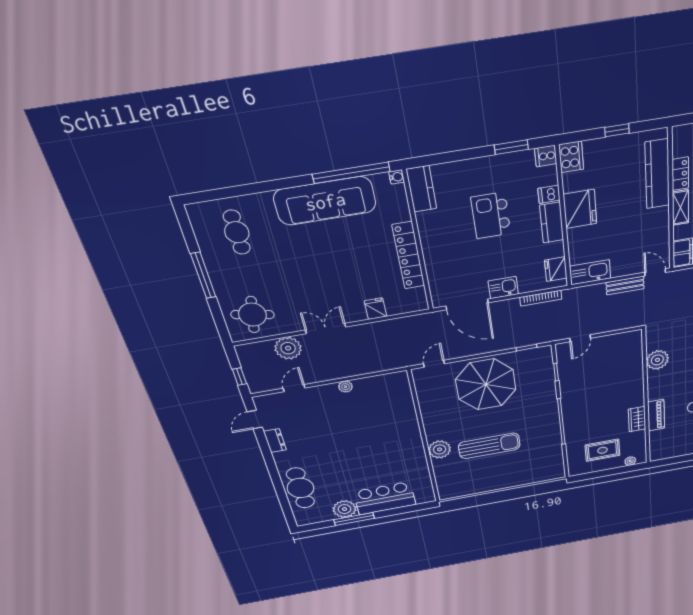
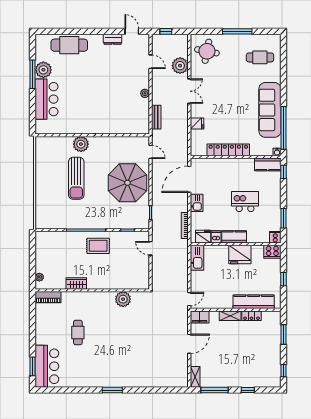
window: (430, 160) -> (283, 172), added
dishwasher: (549, 194) -> (216, 237), moved
bench: (625, 285) -> (156, 117), moved
piano: (656, 415) -> (48, 297), moved
rug: (602, 450) -> (98, 246), moved, turned 90

